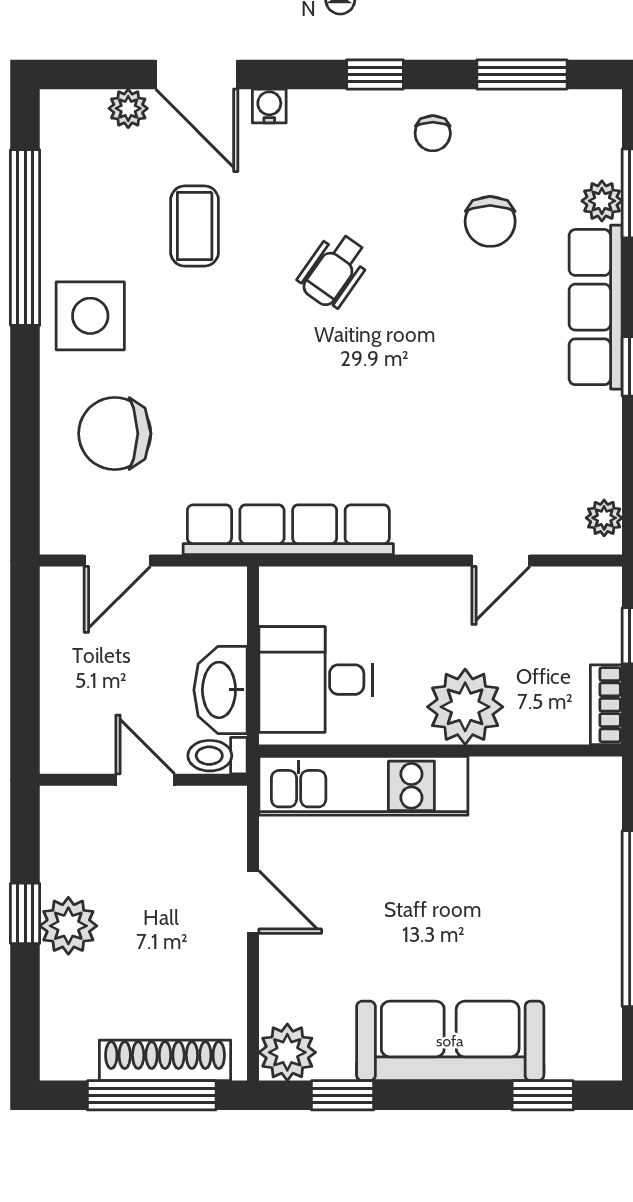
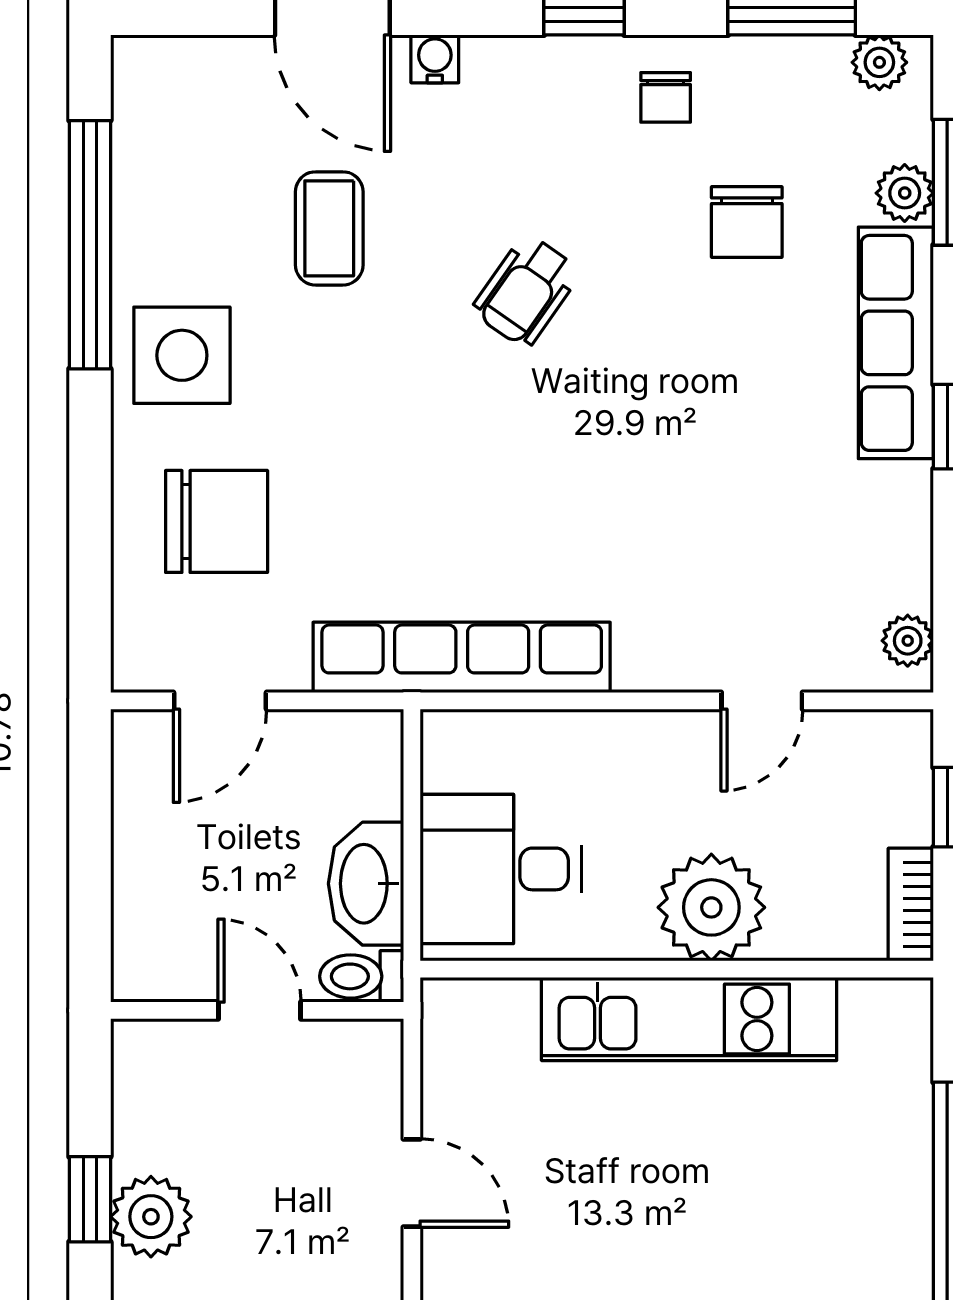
plant: (128, 108) -> (879, 62), moved
chair: (115, 434) -> (217, 521), turned 180
kitchen unit: (363, 786) -> (689, 1019), moved

